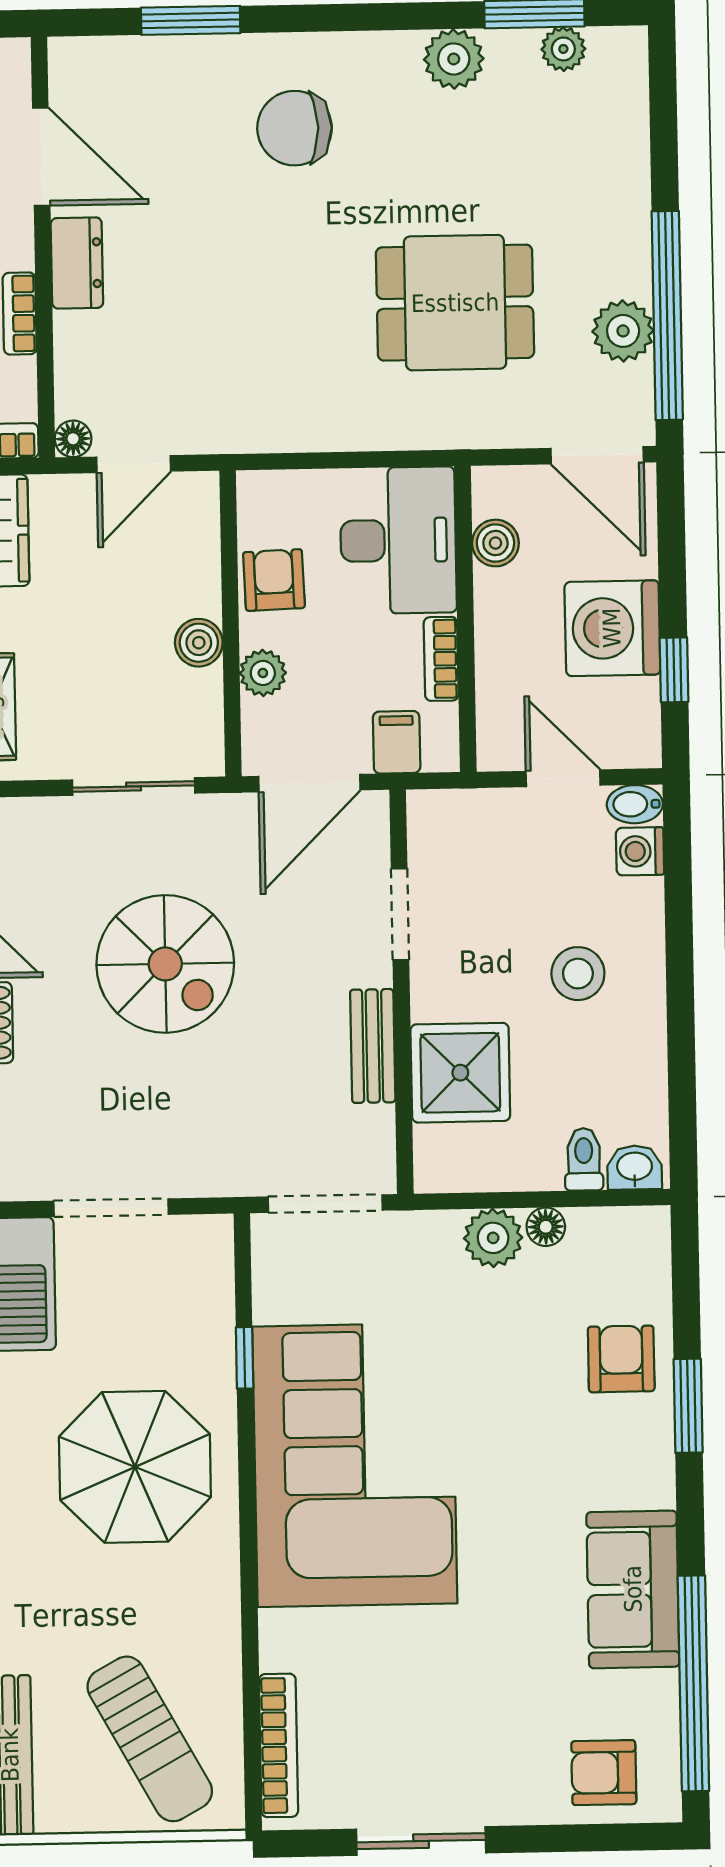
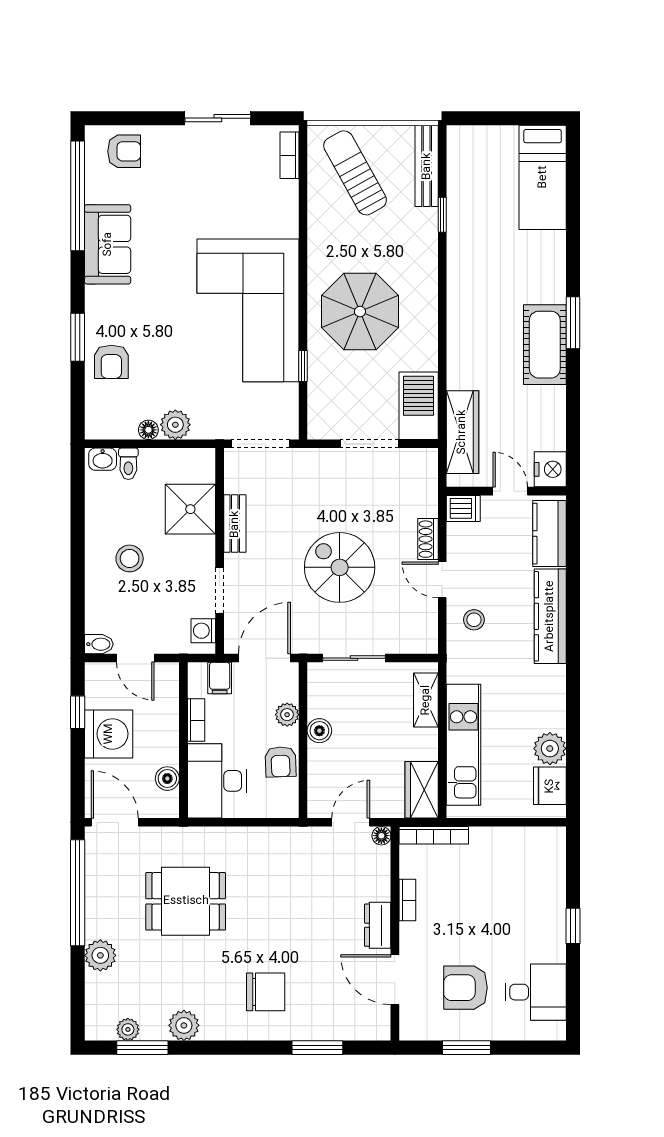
plant: (623, 331) -> (100, 955), moved
washing machine: (640, 851) -> (203, 631), moved, turned 180
bookcase: (279, 1745) -> (290, 155), width x0.64

